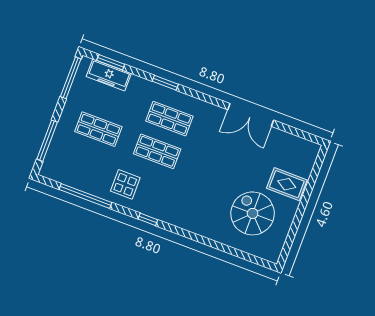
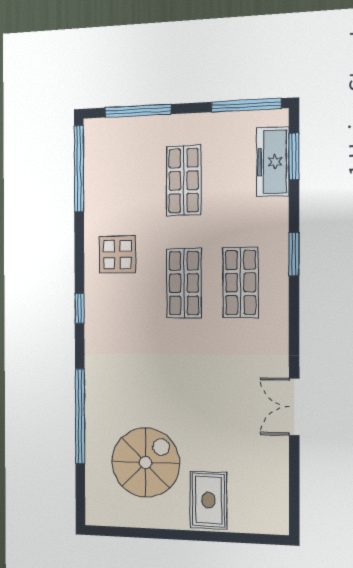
double door: (251, 115) -> (294, 407), width x0.73
window: (85, 196) -> (79, 169), moved
window: (212, 243) -> (80, 416), added

